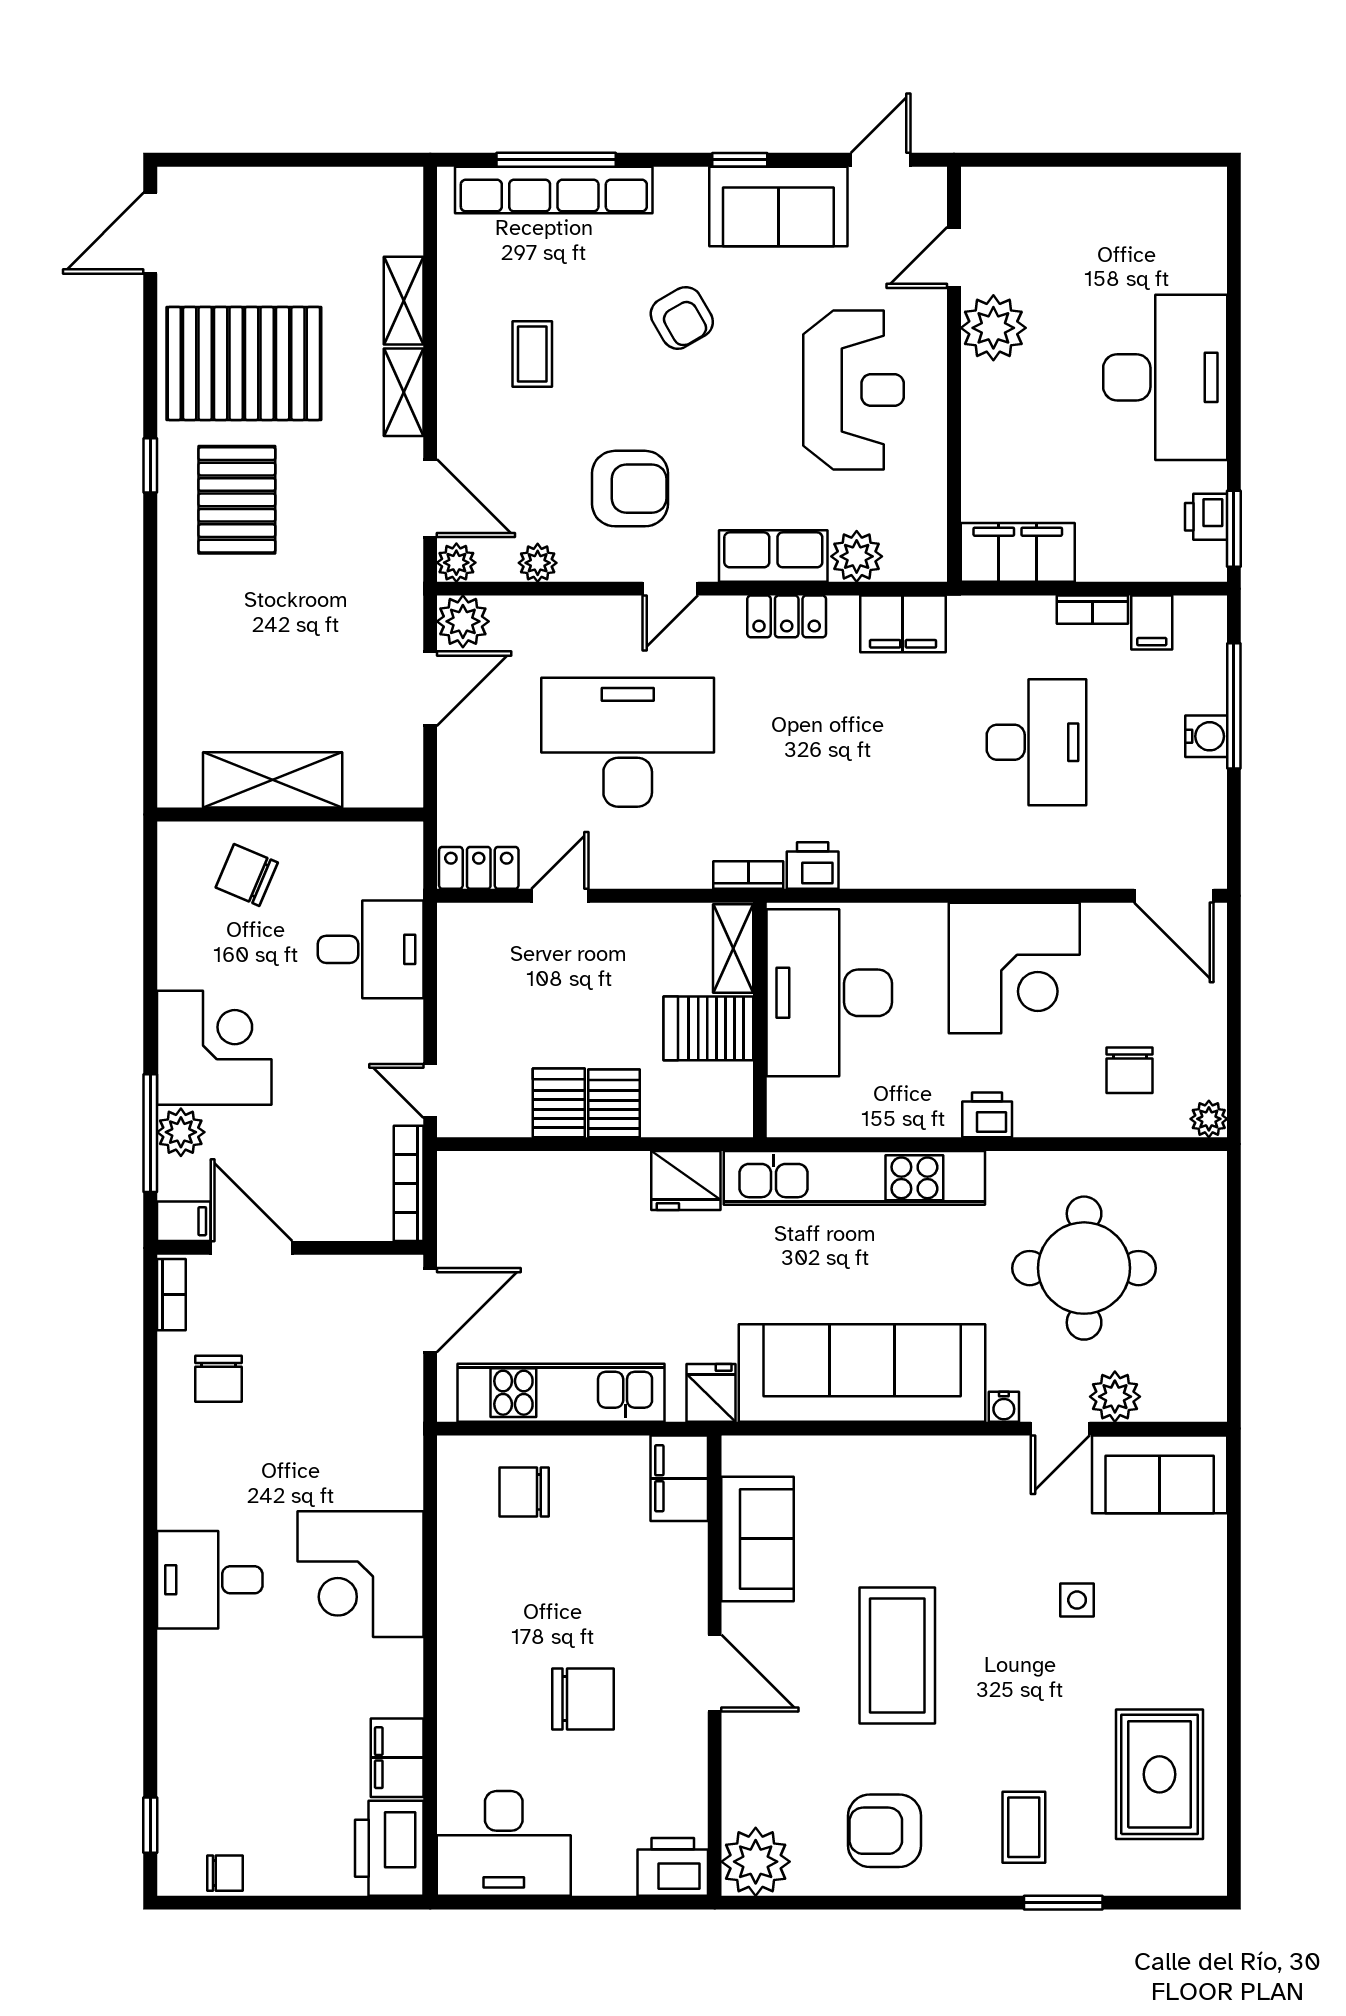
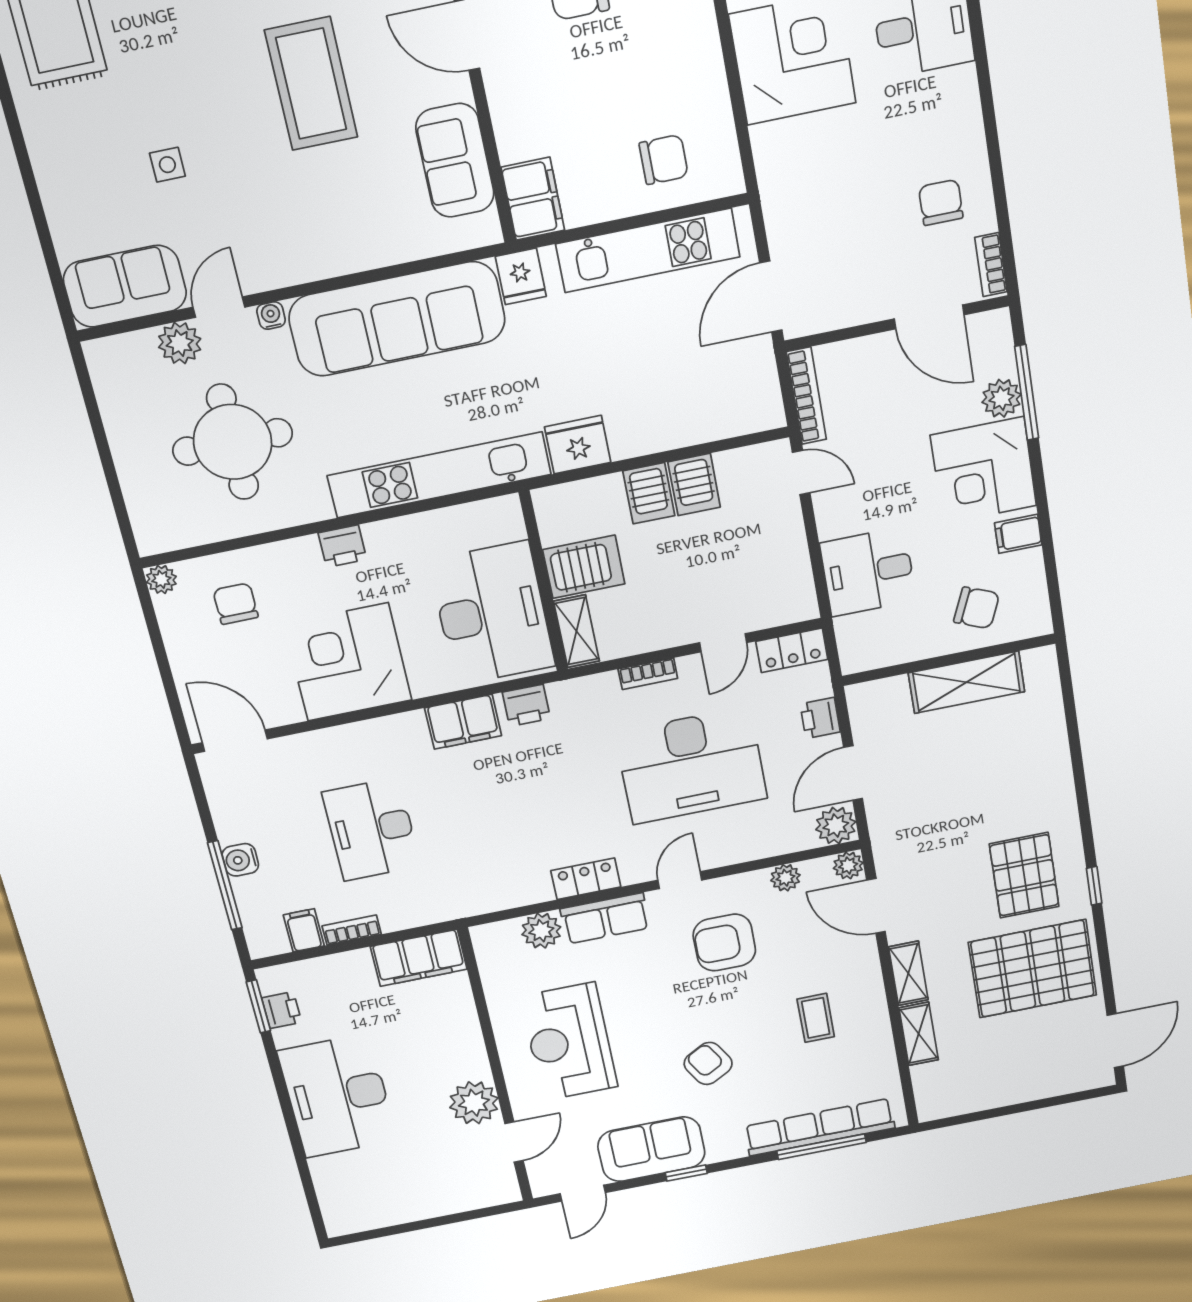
filing cabinet: (903, 624) -> (463, 722), moved, turned 180
printer: (459, 771) -> (820, 718), added
bookcase: (748, 875) -> (648, 674), moved
filing cabinet: (184, 1221) -> (1018, 534), moved

